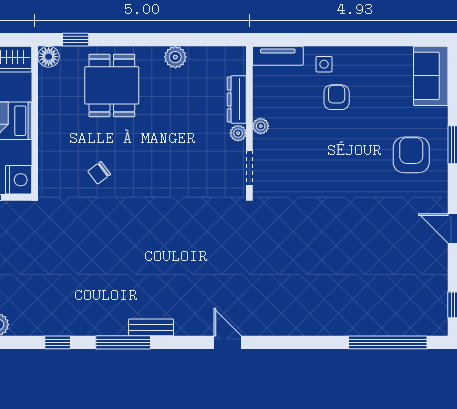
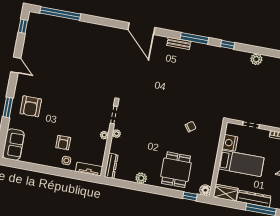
dresser: (237, 99) -> (111, 166), moved
nightstand: (19, 180) -> (230, 143), moved
door: (228, 342) -> (141, 29), width x1.87

